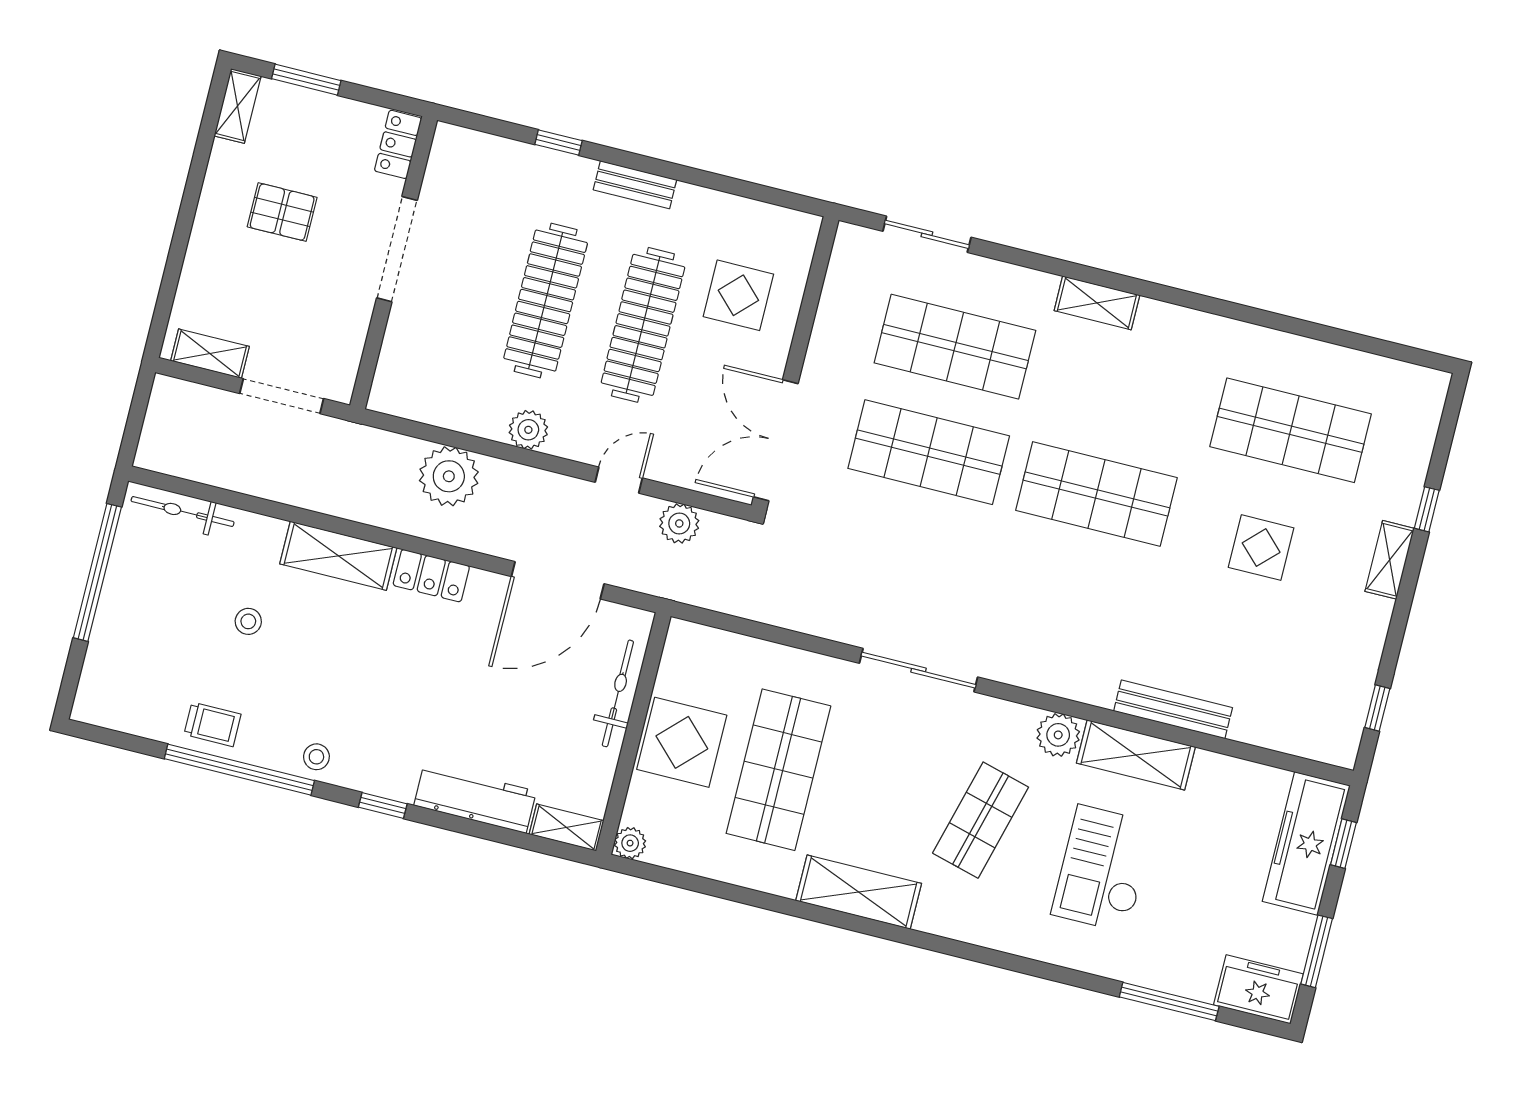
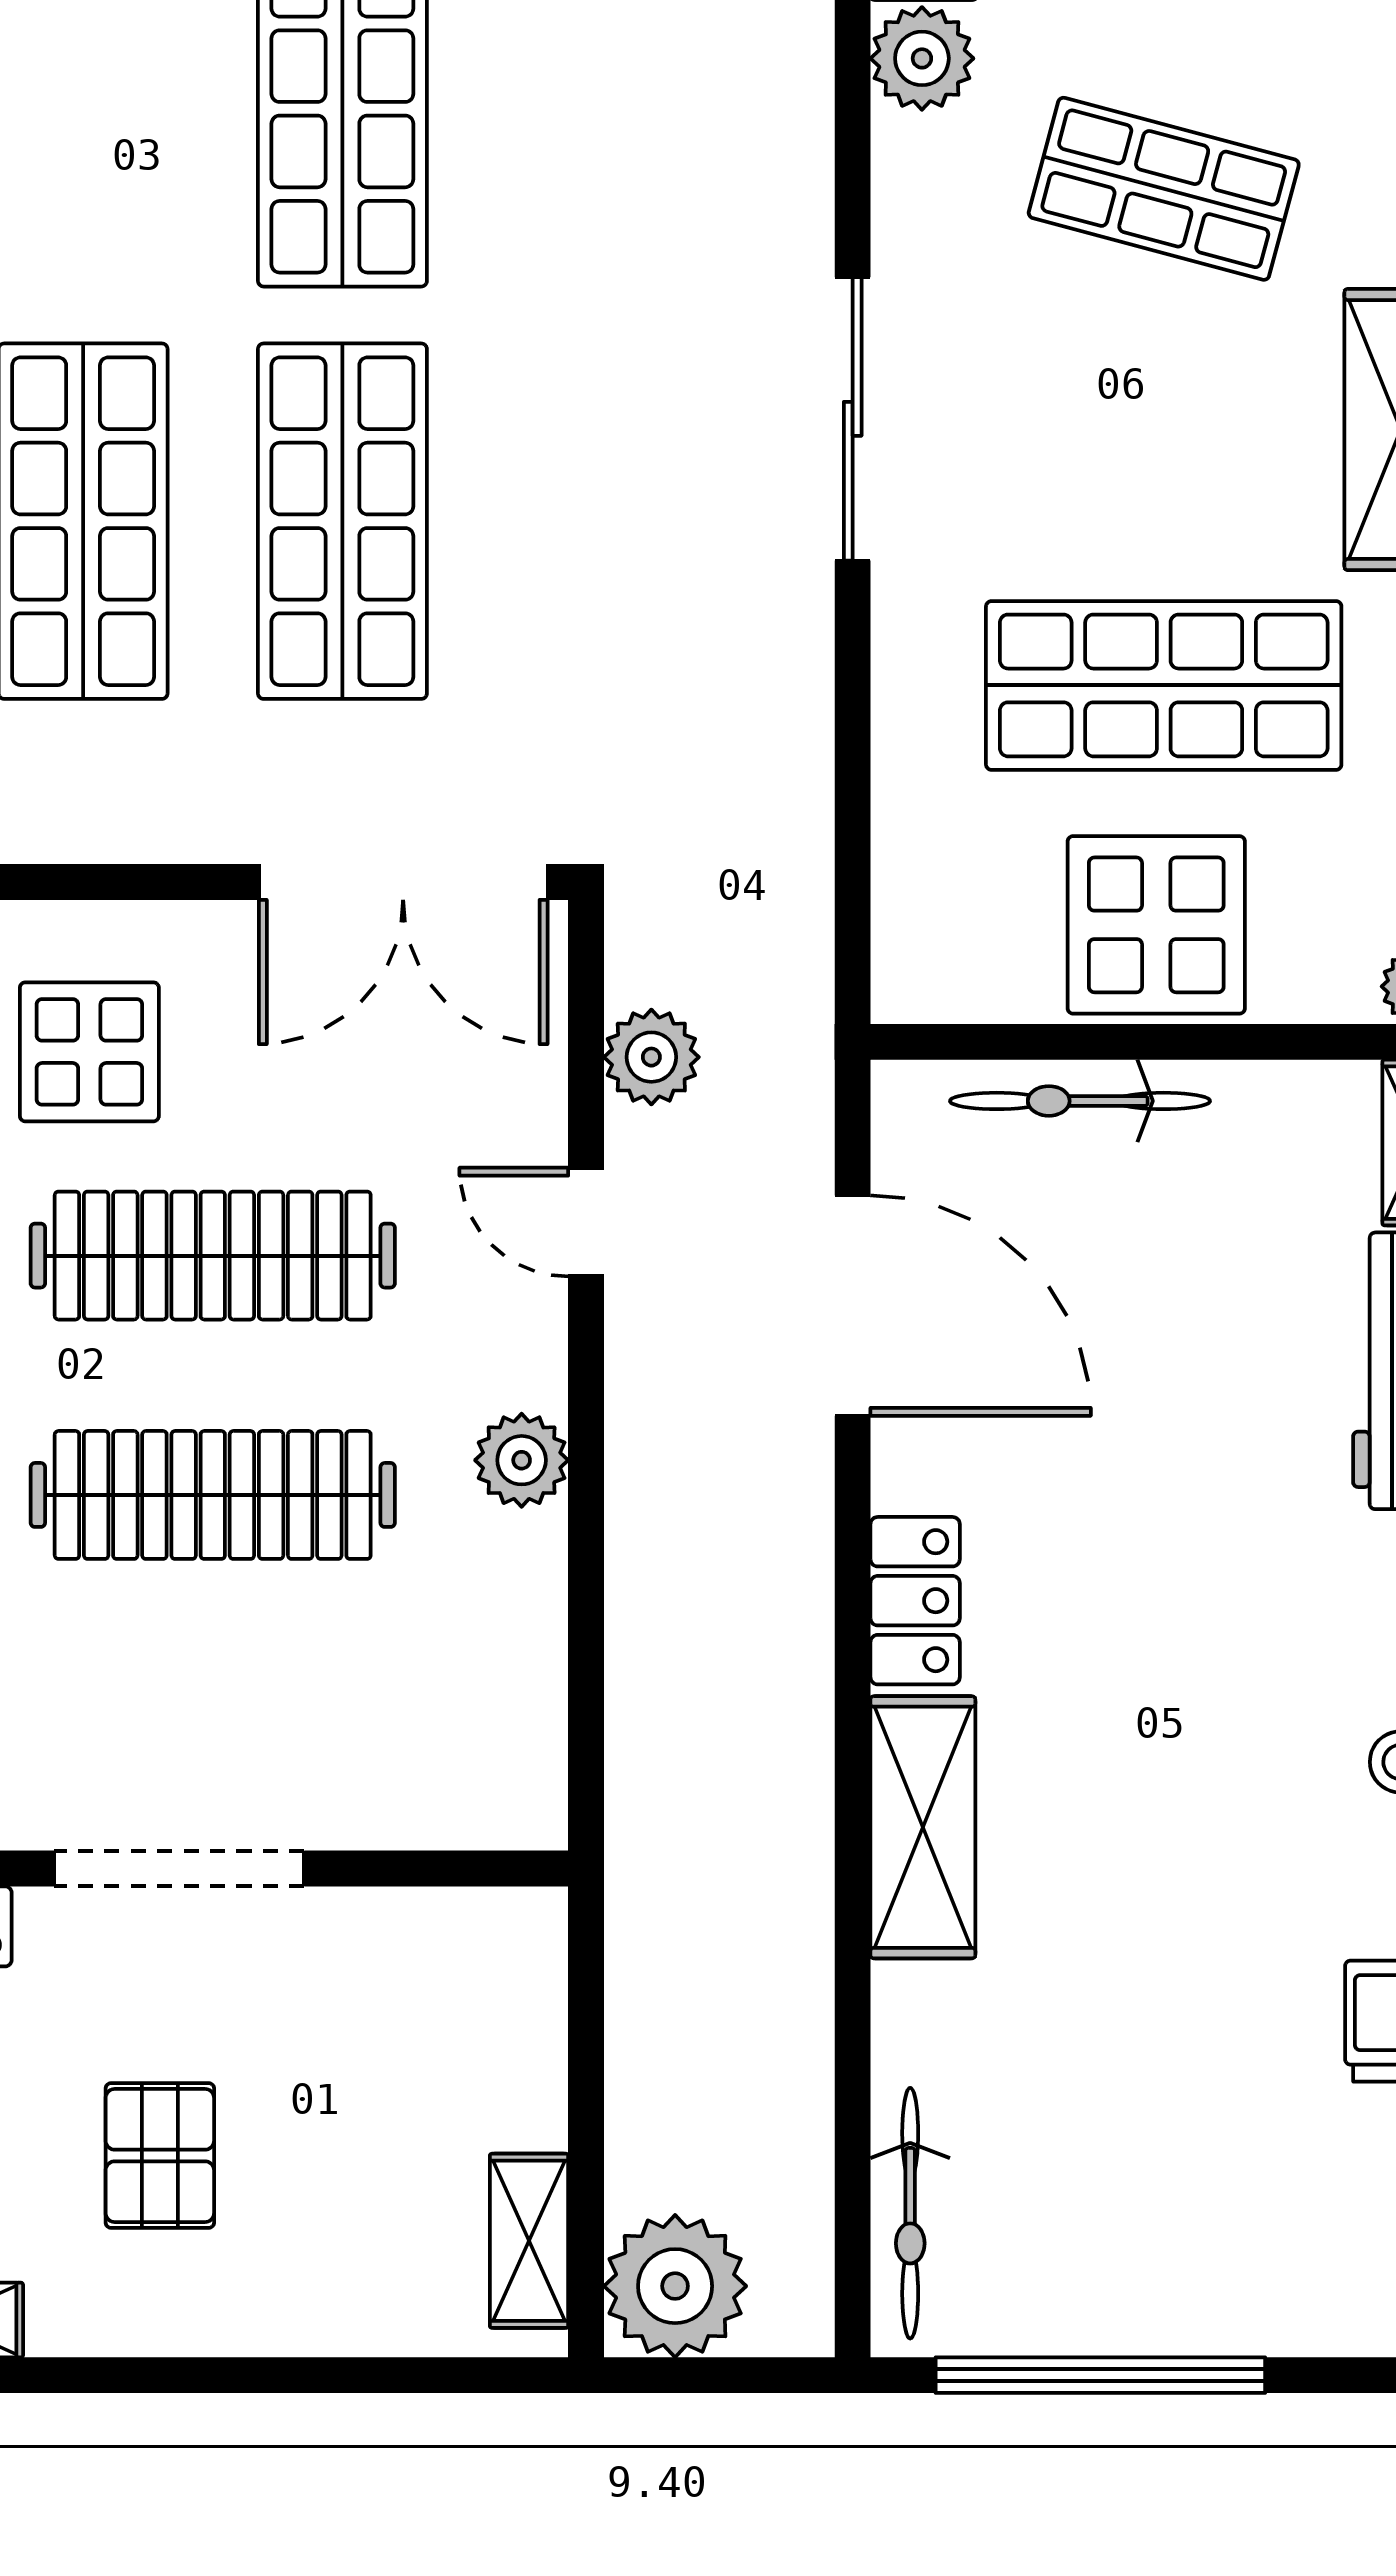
doorway: (282, 396) -> (586, 2051), removed
plant: (449, 476) -> (675, 2286), moved
stool: (248, 621) -> (1127, 1998), removed

